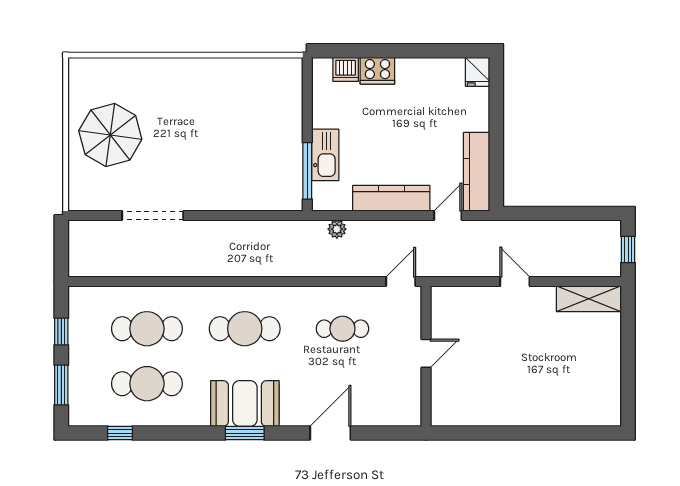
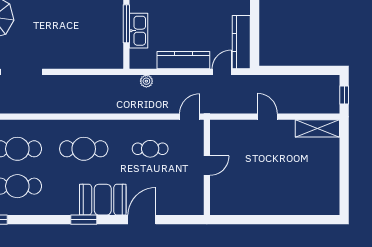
window: (307, 171) -> (126, 24), moved
booth: (245, 404) -> (103, 200), moved

